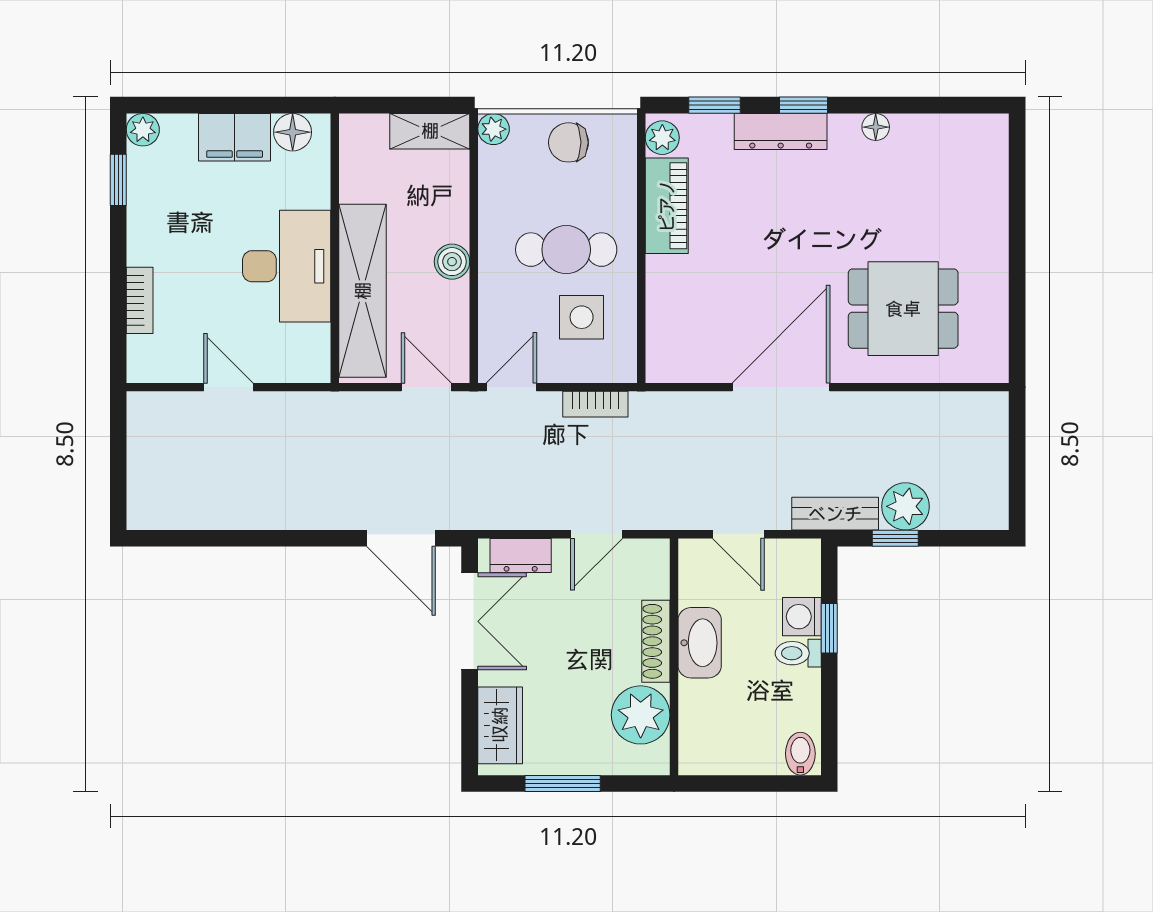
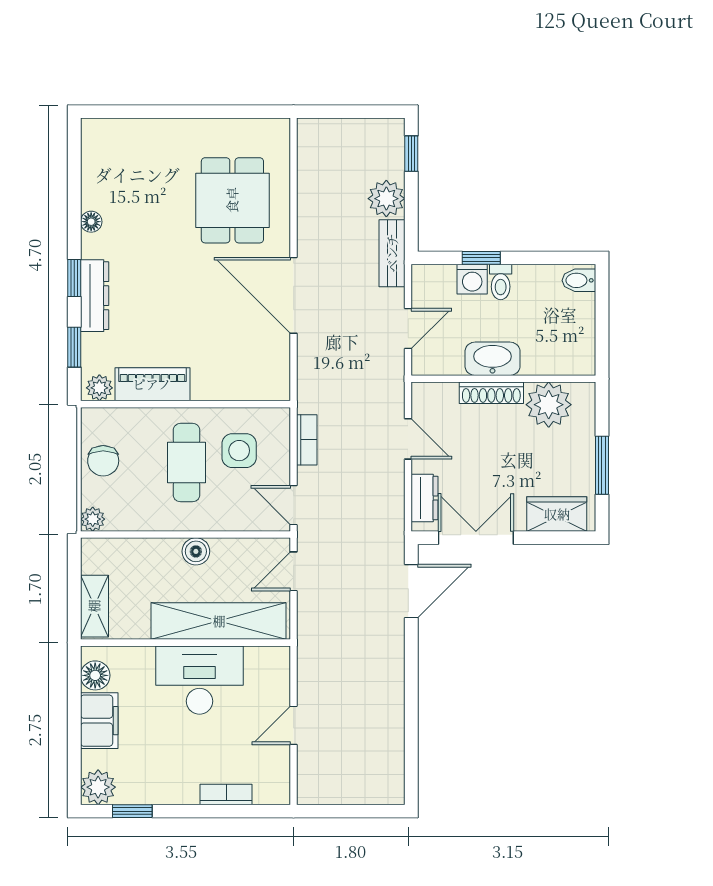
plant: (143, 130) -> (98, 787), width x1.38, depth x1.38
shelving: (430, 131) -> (94, 606), moved
window: (895, 538) -> (411, 154), moved

